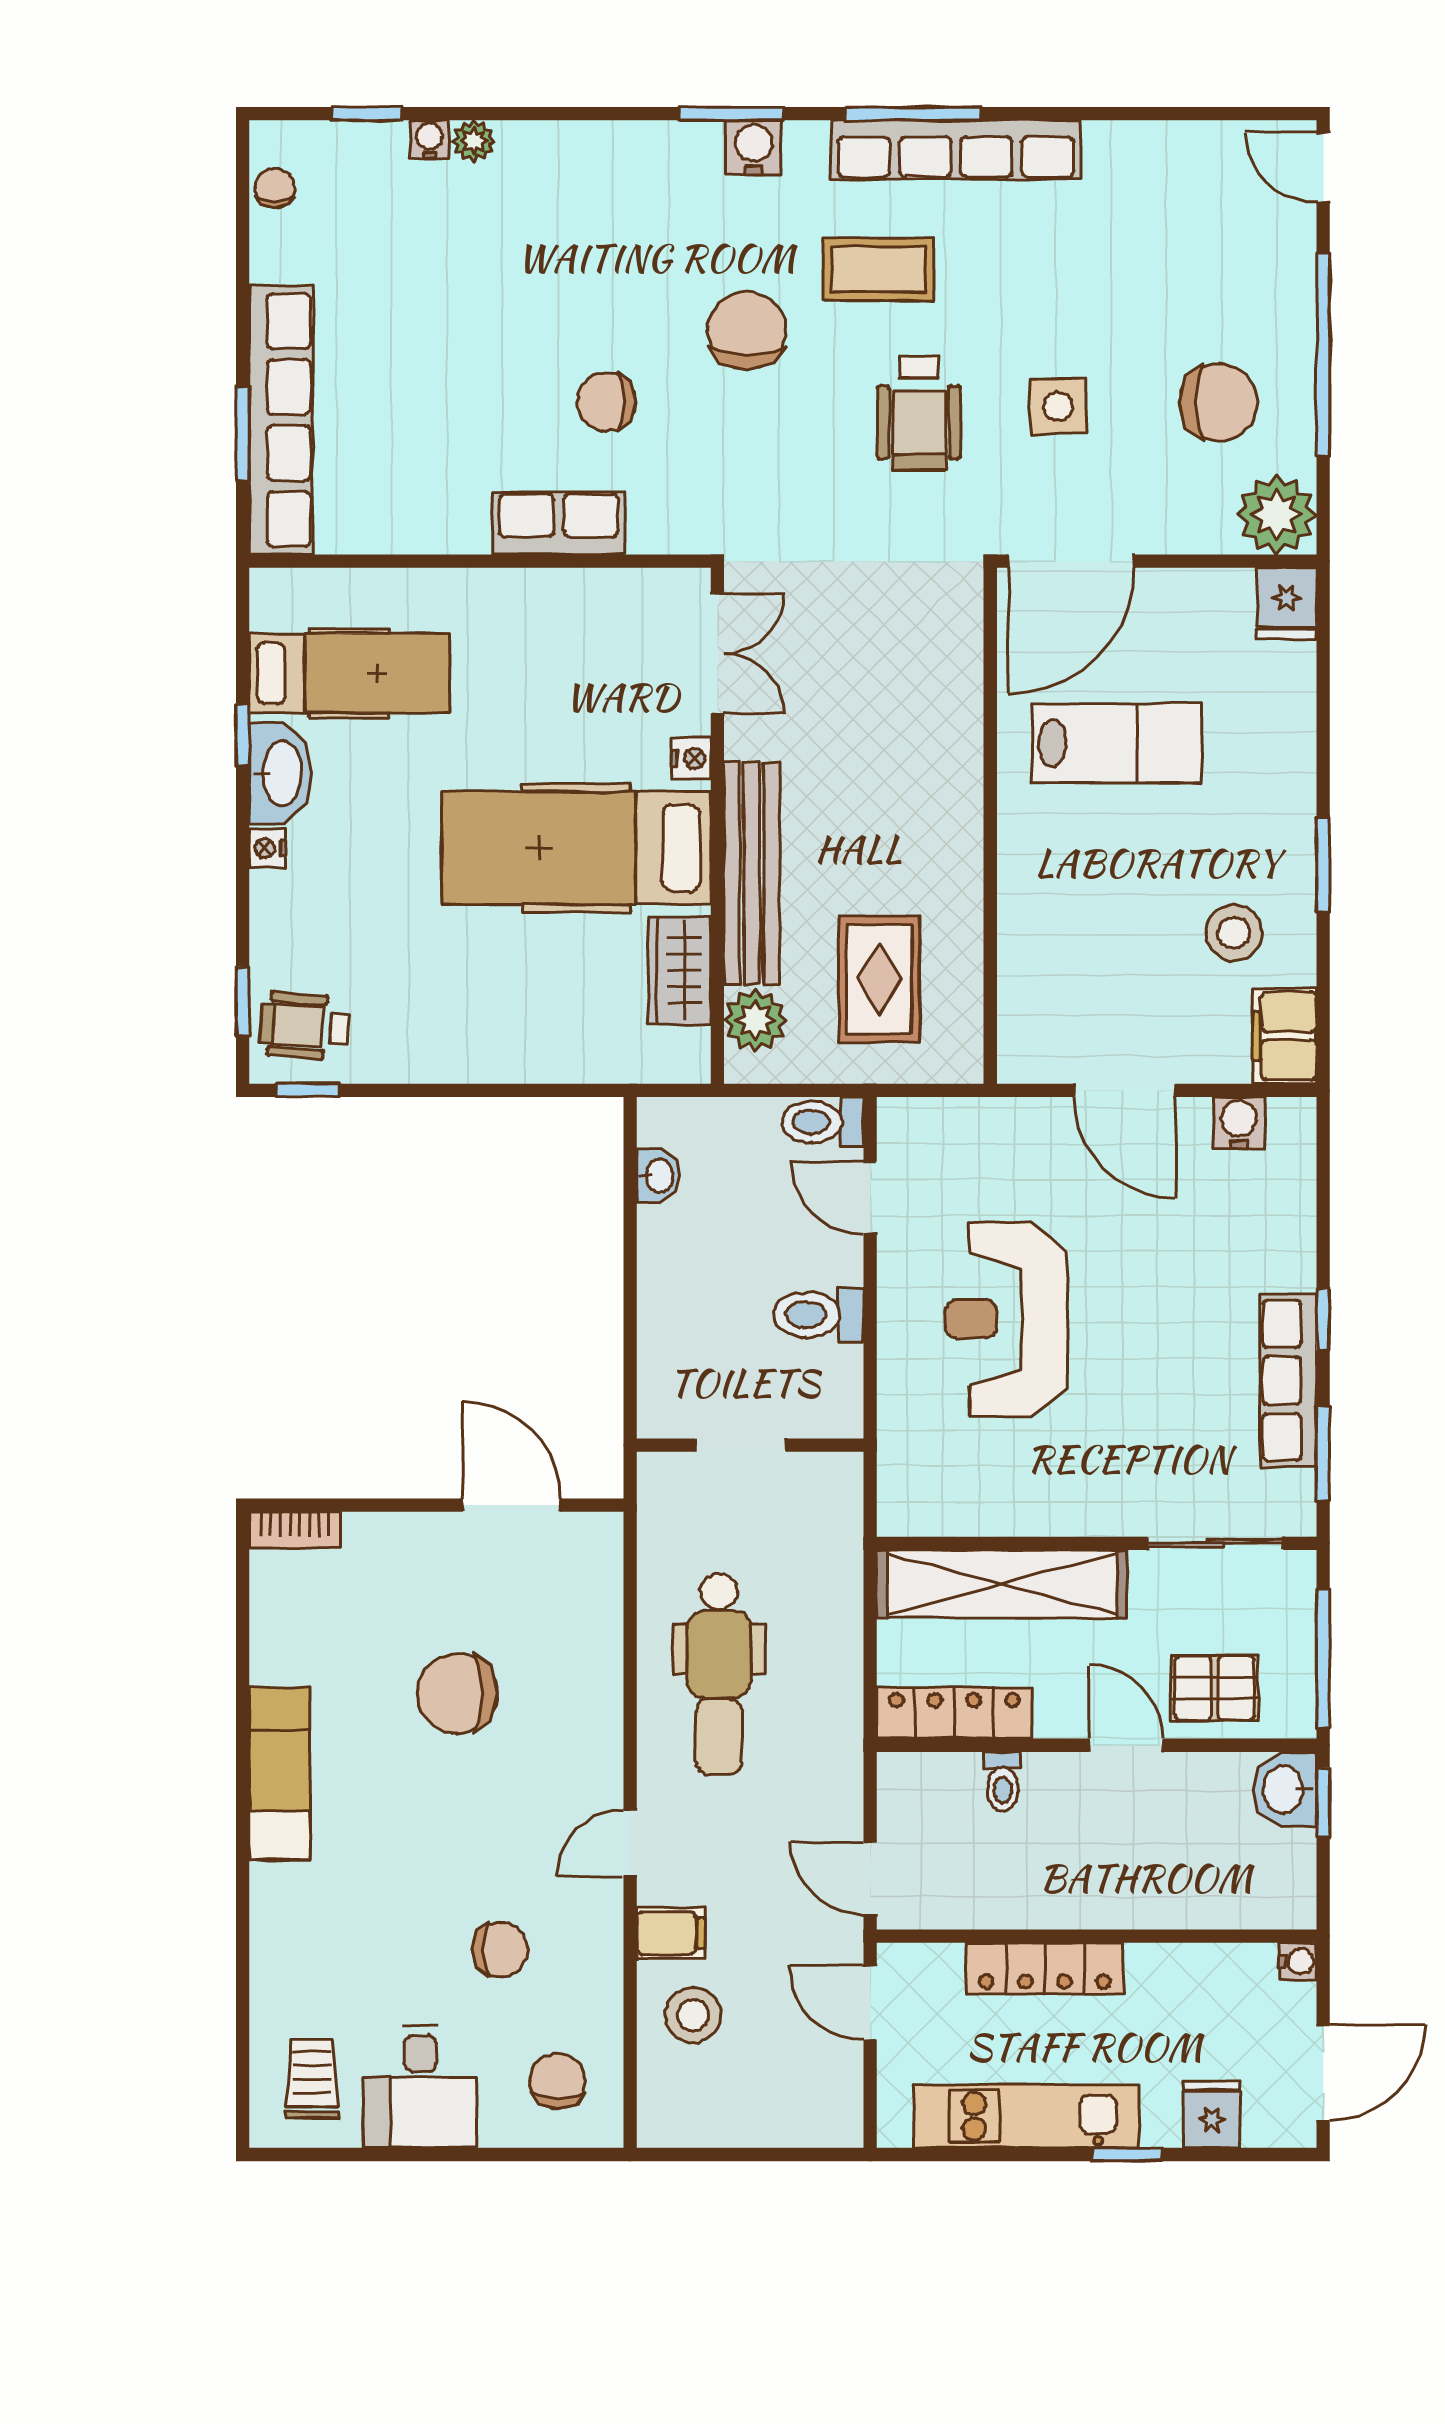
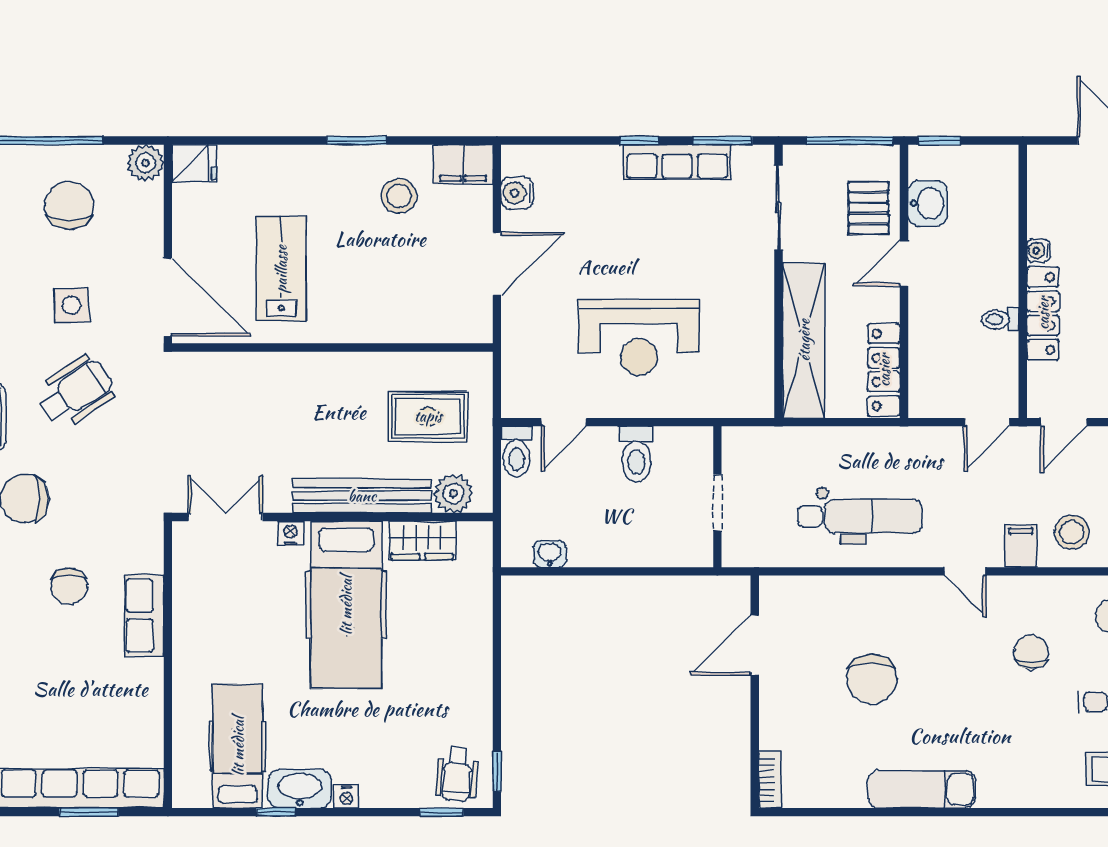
wheelchair: (919, 413) -> (76, 392), turned -34
plant: (1277, 515) -> (146, 163), width x0.73, depth x0.73
toilet: (1003, 1782) -> (1000, 319), moved, turned 180
washbasin: (1285, 1789) -> (928, 203), moved, turned -90
water cooler: (1298, 1961) -> (1038, 251), moved, turned -90

